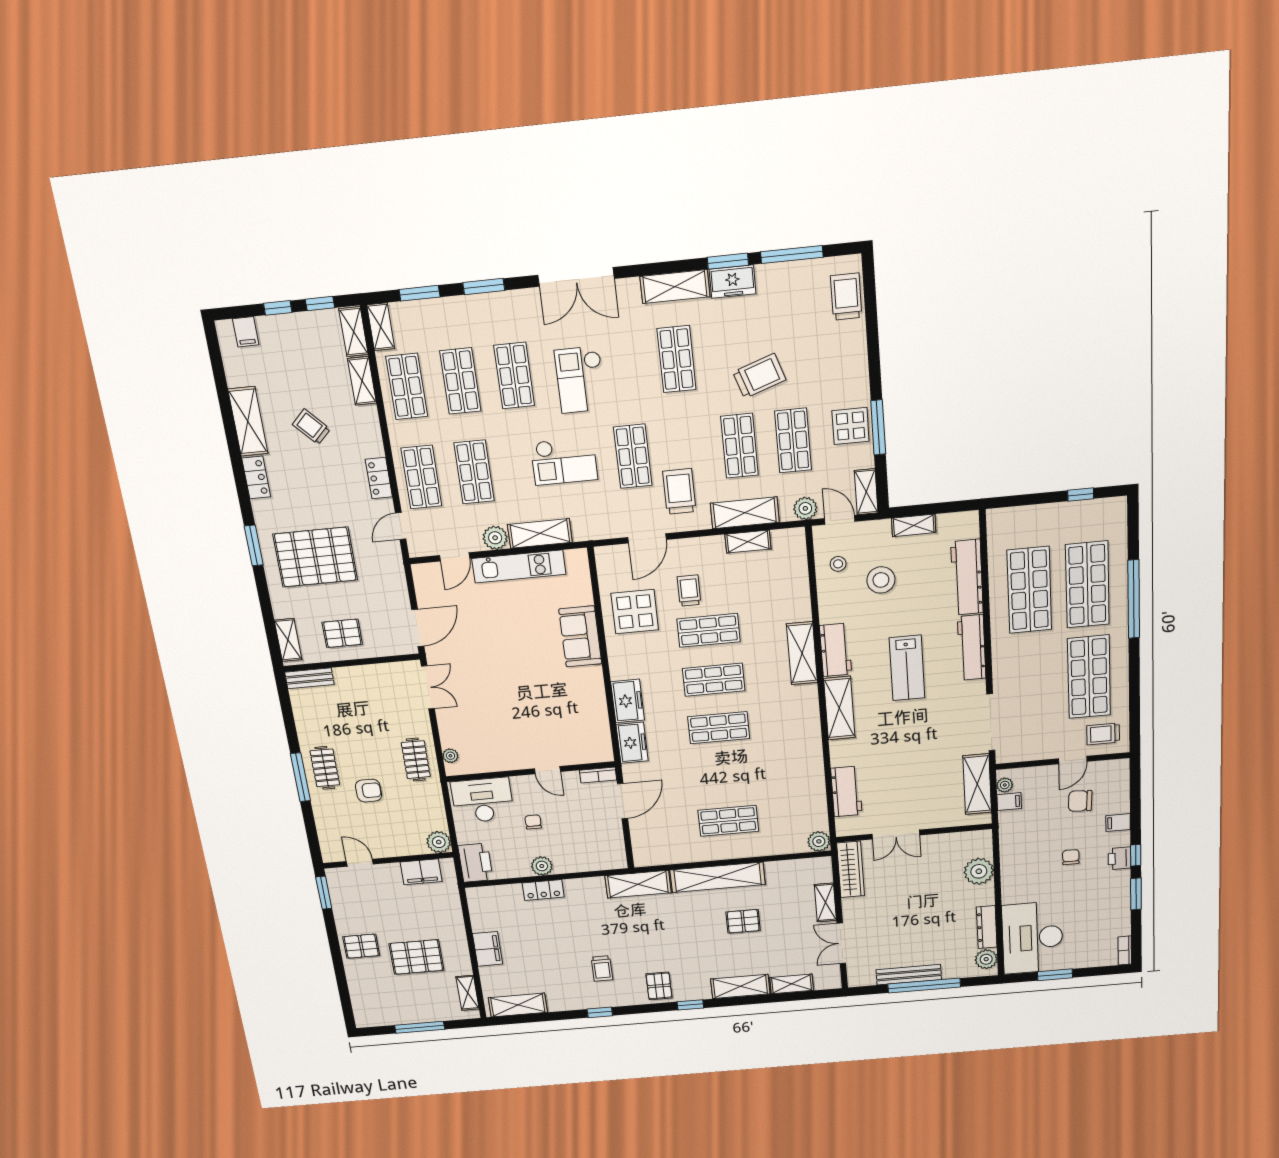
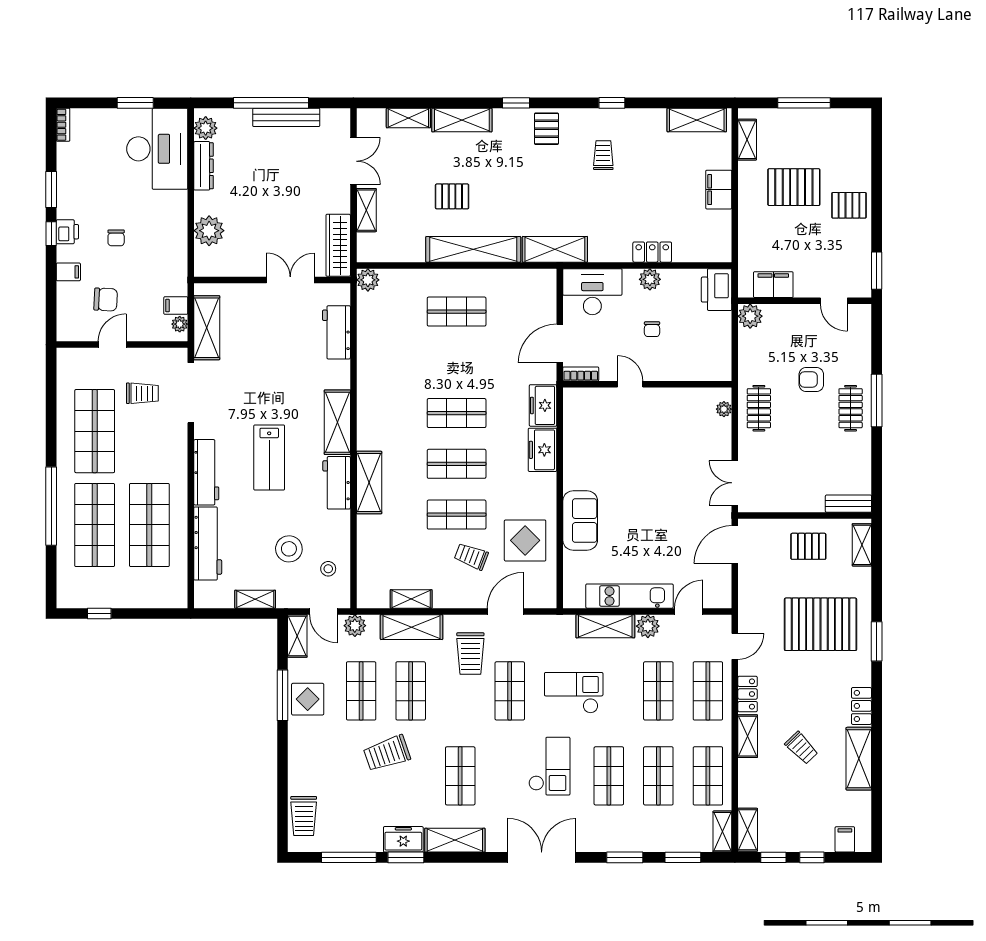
shelving: (362, 381) -> (748, 736), moved
trolley: (689, 591) -> (471, 556), turned 111
lab bench: (907, 668) -> (269, 457), turned 180
trolley: (1103, 734) -> (142, 393), moved
desk: (483, 800) -> (592, 292), moved, turned 180

